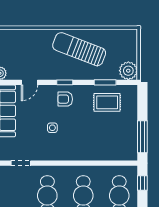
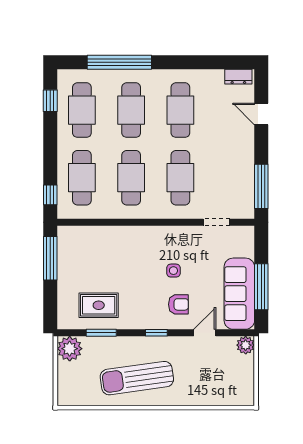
sun lounger: (79, 49) -> (137, 378), turned 151
armchair: (65, 99) -> (178, 304), moved

